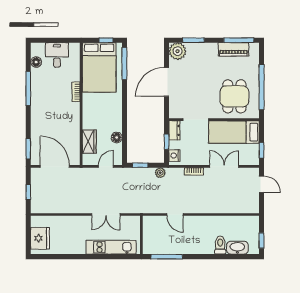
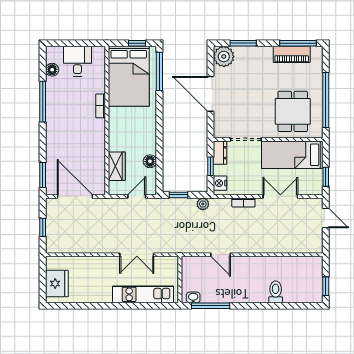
door: (167, 82) -> (210, 94), hinge flipped
washbasin: (237, 248) -> (193, 297), moved, width x0.52, depth x0.69

